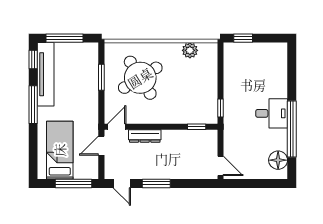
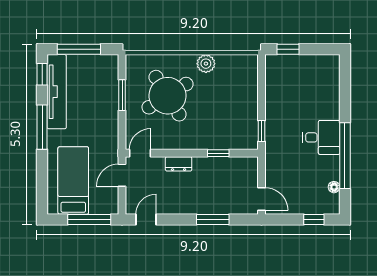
plant: (190, 50) -> (206, 64), moved
window: (197, 127) -> (218, 153), moved
dresser: (145, 136) -> (179, 164), width x0.70
floor lamp: (278, 160) -> (334, 187), width x0.53, depth x0.53
door: (122, 183) -> (146, 219), swing flipped
window: (156, 183) -> (213, 219), moved
window: (265, 183) -> (314, 219), added

